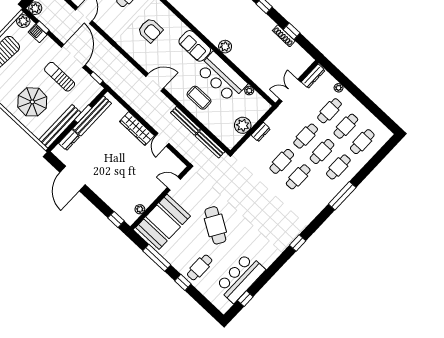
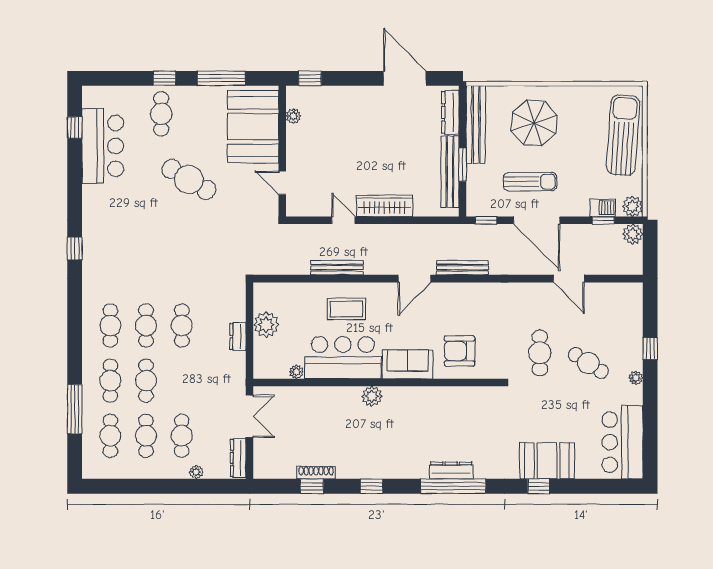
armchair: (150, 30) -> (460, 351), moved
cafe table: (306, 136) -> (110, 326), moved
dresser: (69, 140) -> (450, 112), width x1.44
bench: (210, 144) -> (463, 268), moved
door: (174, 183) -> (282, 183), swing flipped
window: (342, 196) -> (75, 409), moved

